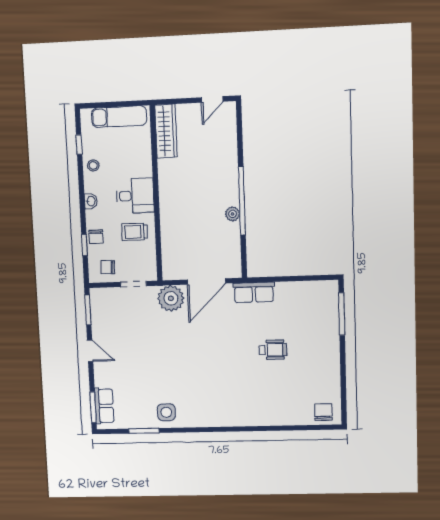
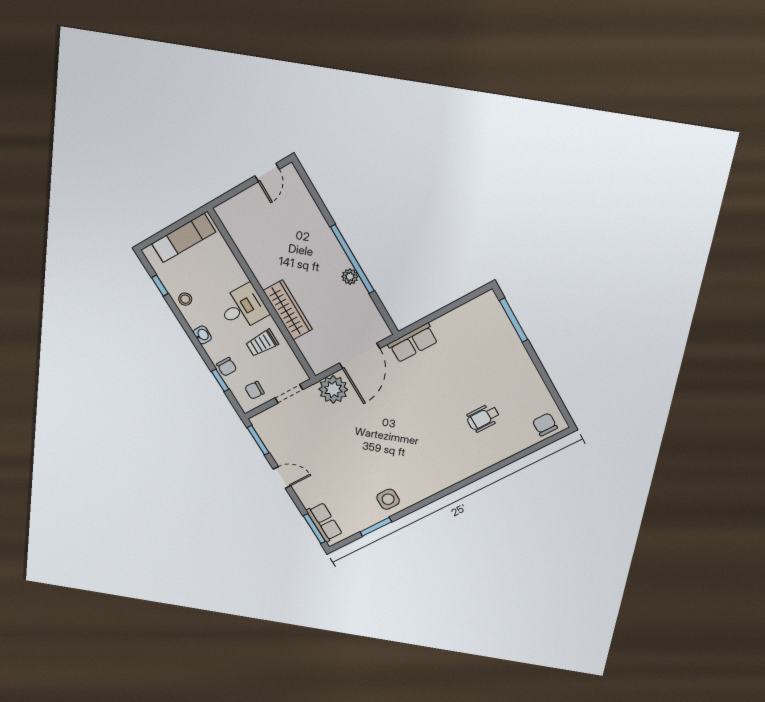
wardrobe: (166, 131) -> (288, 310), moved
wheelchair: (273, 350) -> (483, 418), moved, turned 180

